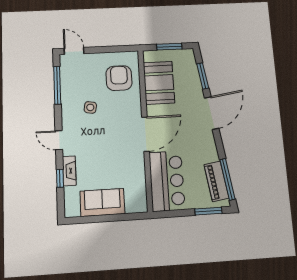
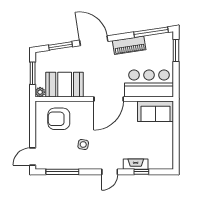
plant: (148, 56) -> (40, 92), added
door: (145, 134) -> (109, 99), swing flipped
piano: (216, 181) -> (129, 45), moved
sofa: (102, 202) -> (156, 111), moved, turned -90

